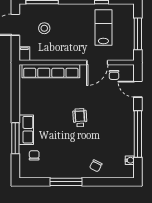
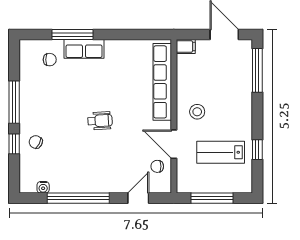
lab bench: (103, 27) -> (221, 152), turned 180
stool: (44, 28) -> (197, 112), moved
window: (97, 182) -> (14, 144), added

